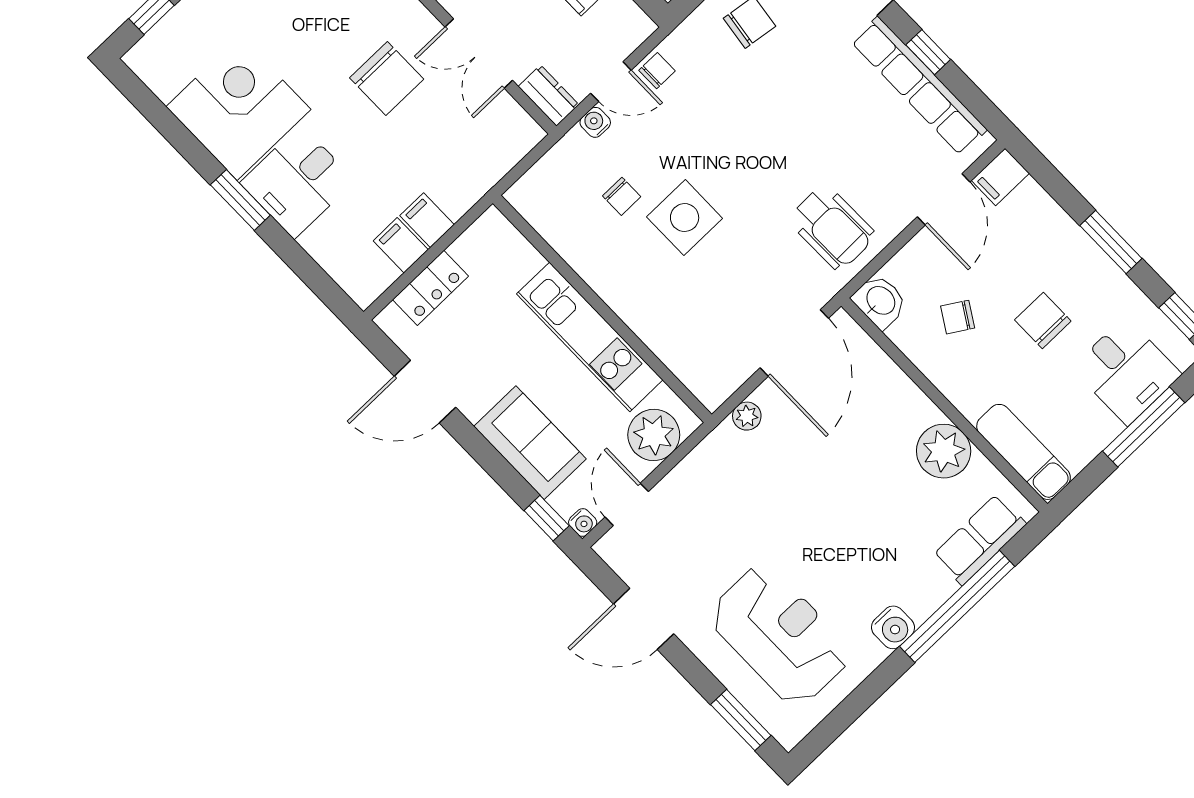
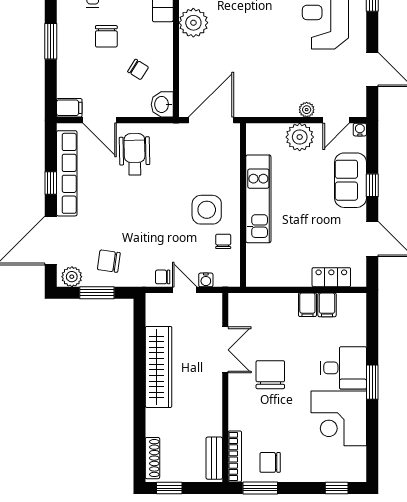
dresser: (549, 96) -> (214, 308), removed
door: (944, 199) -> (100, 120), swing flipped
wheelchair: (832, 227) -> (135, 154), moved
wall: (602, 309) -> (243, 205), moved
kitchen unit: (590, 337) -> (258, 199), moved
plant: (747, 416) -> (307, 110), moved
window: (547, 518) -> (372, 185), moved

